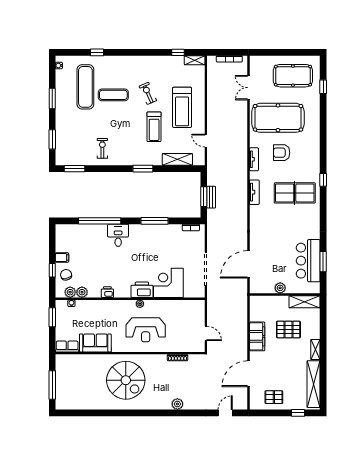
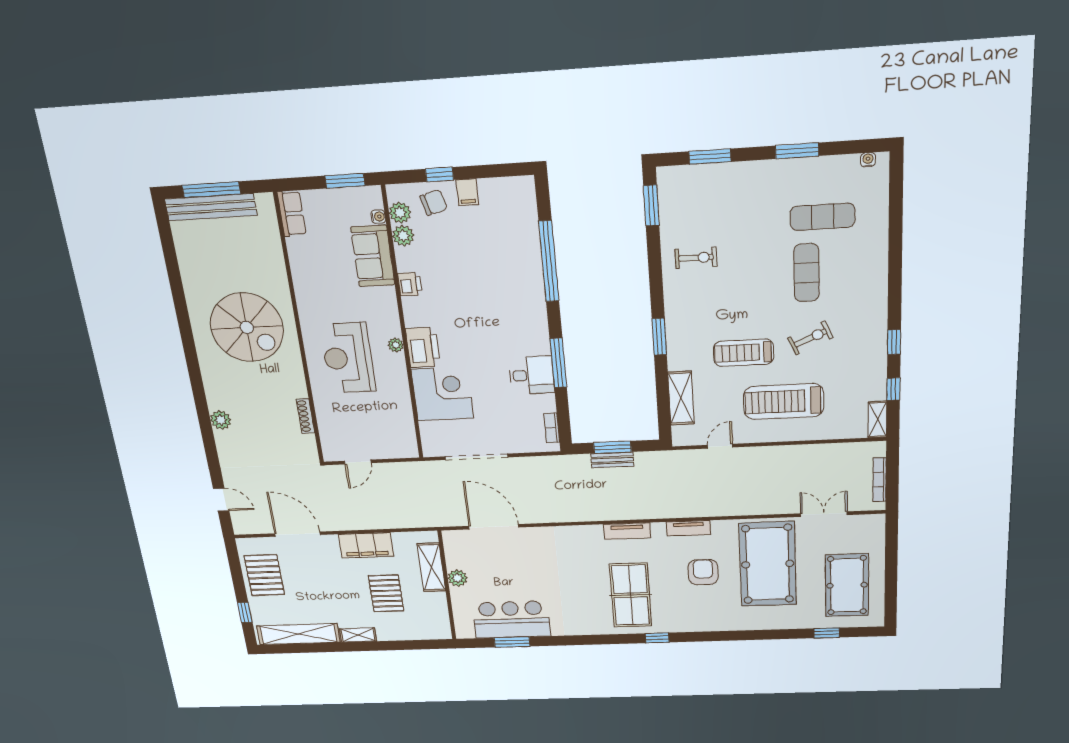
window: (97, 52) -> (894, 342), moved
exercise mat: (85, 87) -> (823, 217), width x0.73, depth x0.69
desk: (118, 235) -> (532, 375), moved
shelving: (305, 302) -> (431, 567), moved
sofa: (95, 343) -> (373, 256), moved, turned 180
spiral stairs: (126, 380) -> (247, 327), turned -90
bench: (61, 387) -> (211, 207), added
pallet: (274, 397) -> (264, 575), width x1.50, depth x1.42

